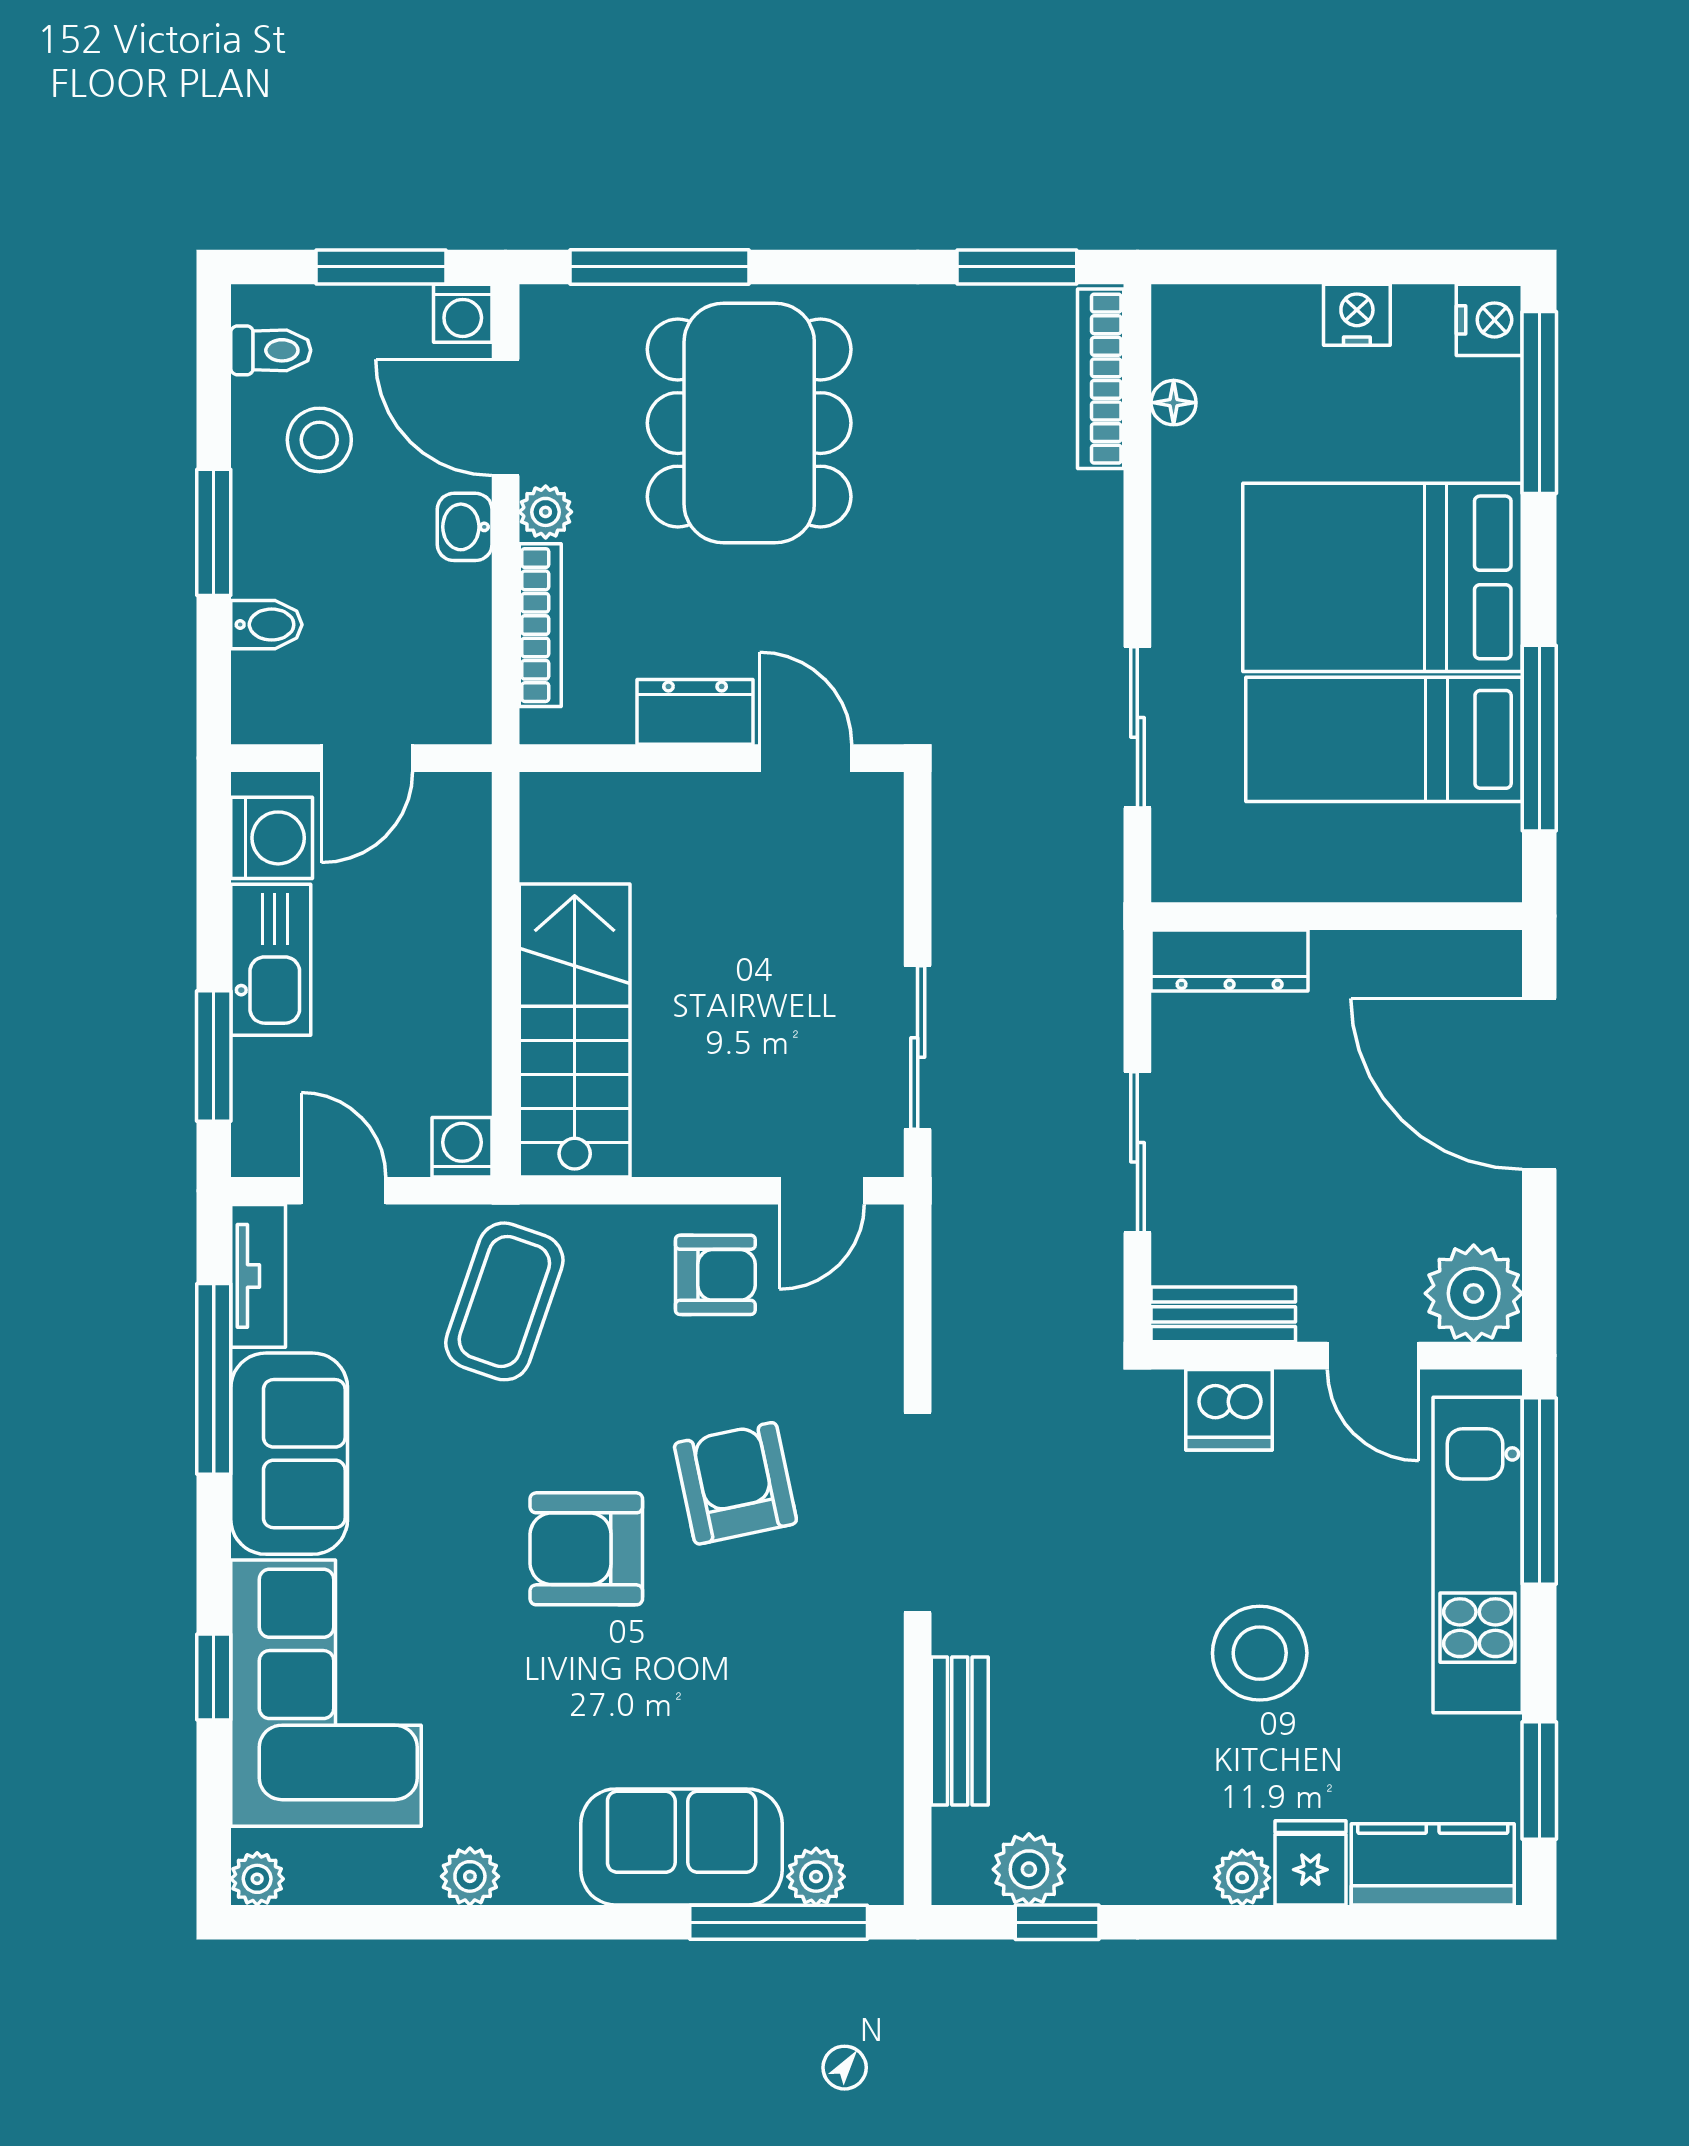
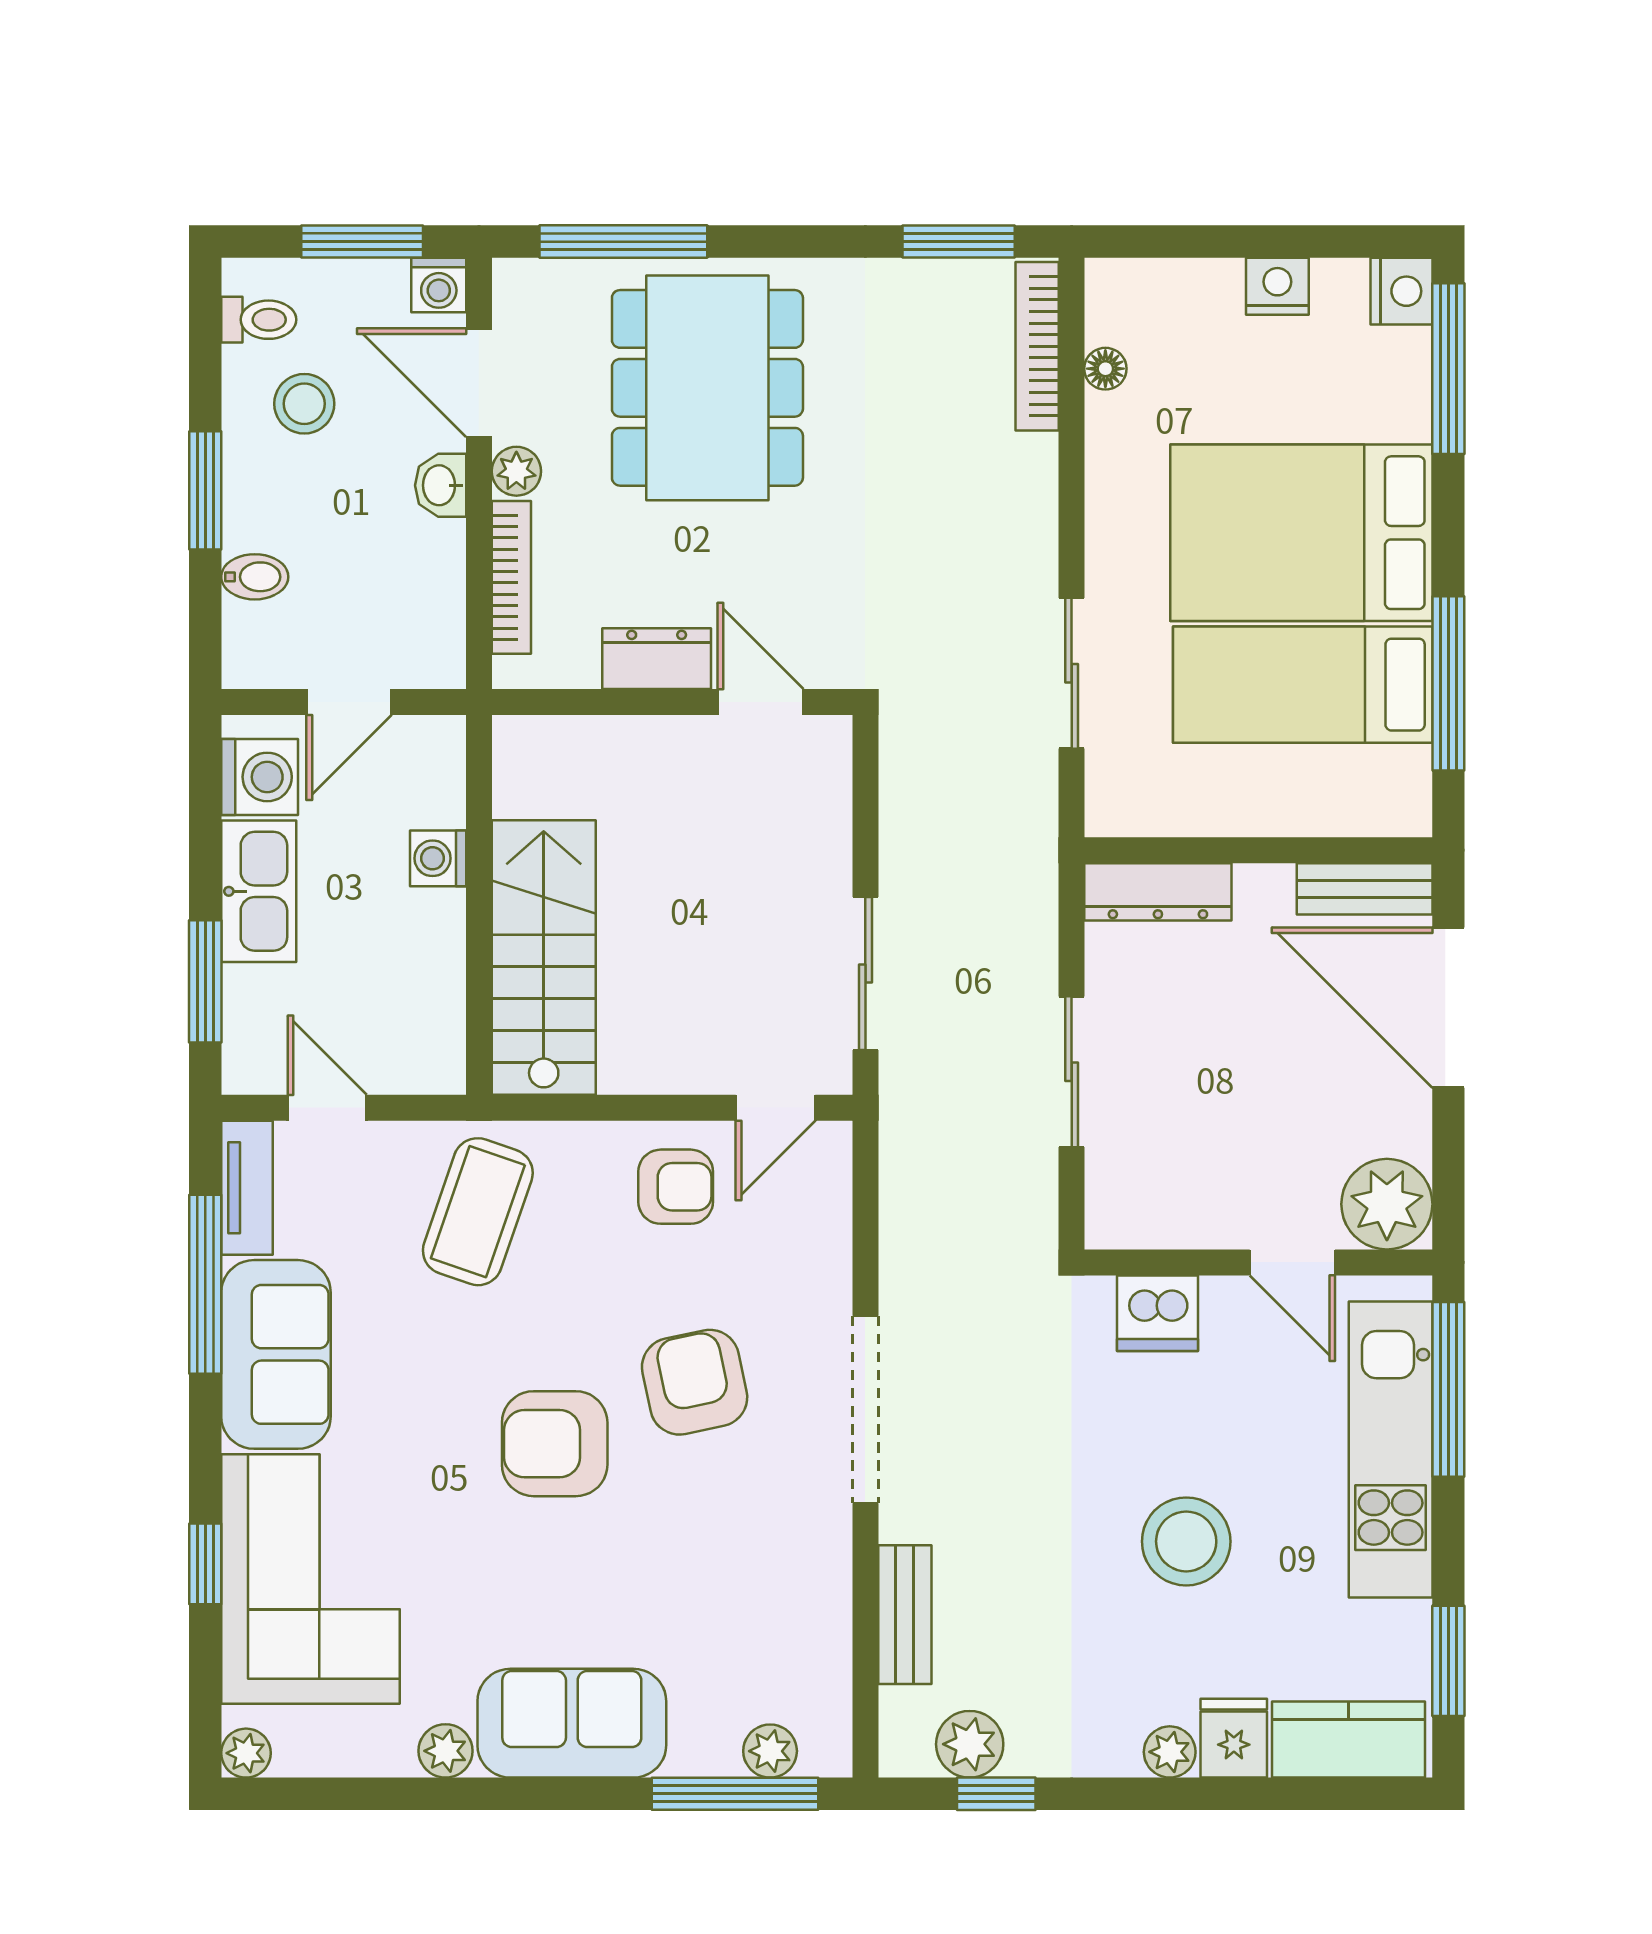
washing machine: (462, 1147) -> (438, 858), moved, turned -90
bench: (1223, 1314) -> (1365, 889), moved
sofa: (682, 1847) -> (572, 1723), moved

